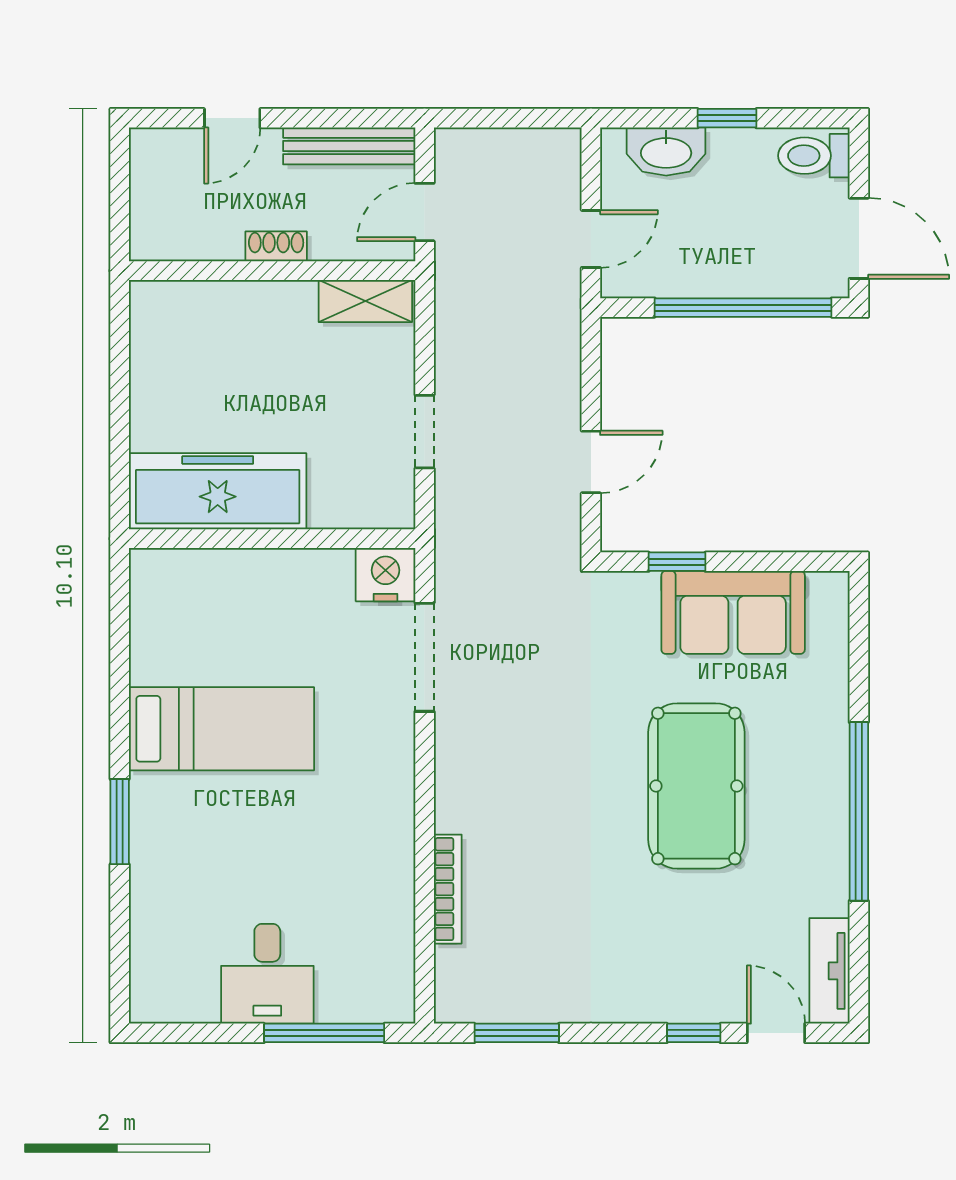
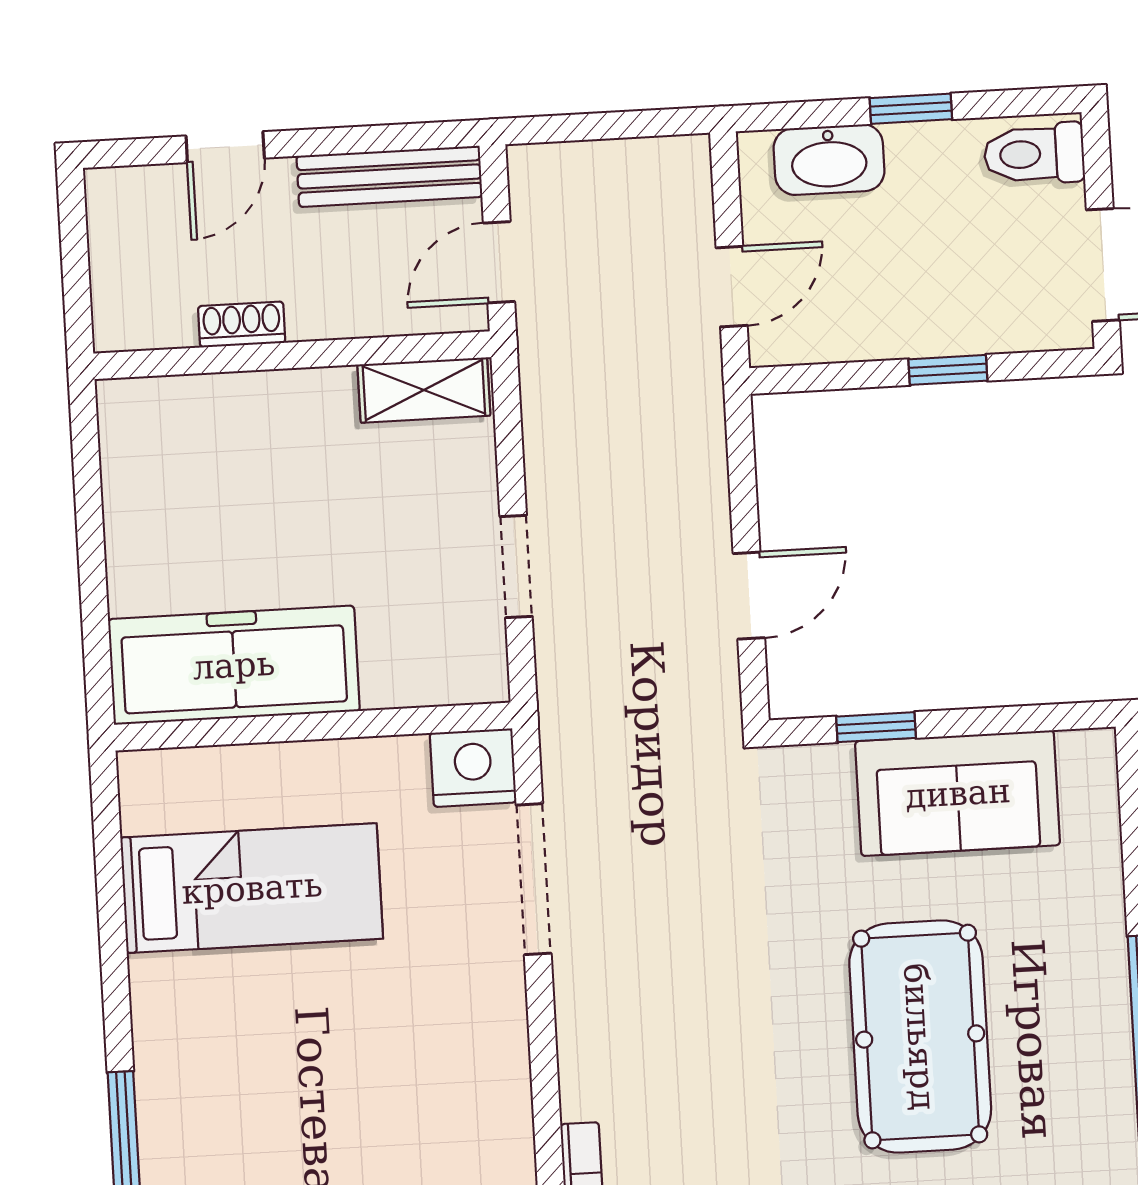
shoe rack: (276, 246) -> (242, 324), moved
window: (743, 308) -> (948, 370), width x0.32
bed: (221, 729) -> (252, 888), moved

